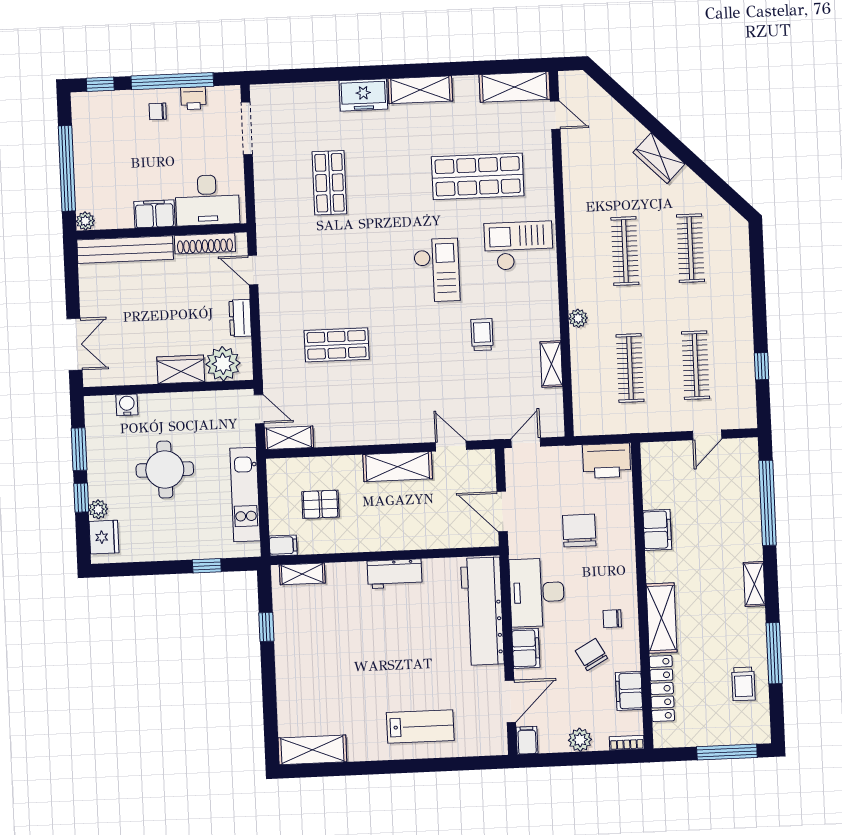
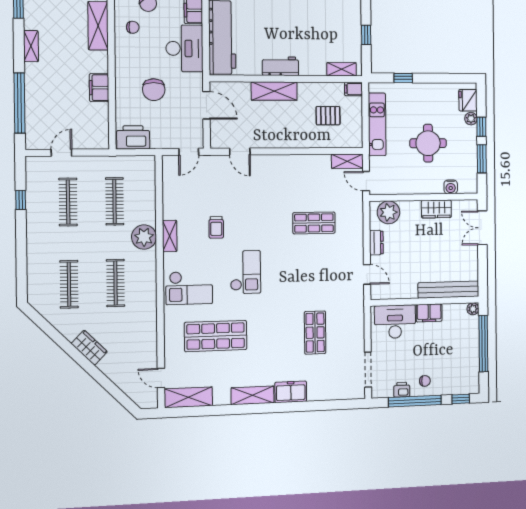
shoe rack: (205, 244) -> (398, 293), removed
checkout: (437, 270) -> (245, 272), turned 180
plant: (578, 318) -> (144, 237), width x1.87, depth x1.87
shelving: (551, 364) -> (170, 236), moved
wardrobe: (181, 369) -> (436, 209), moved
shelving: (398, 467) -> (274, 91), moved

